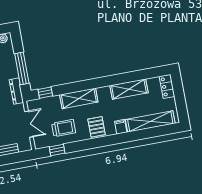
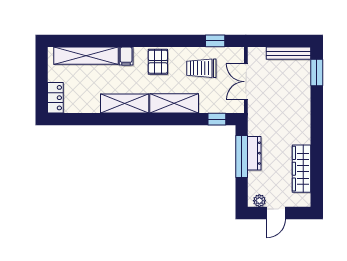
shelving: (129, 89) -> (125, 103), moved
dresser: (16, 91) -> (254, 153), moved

